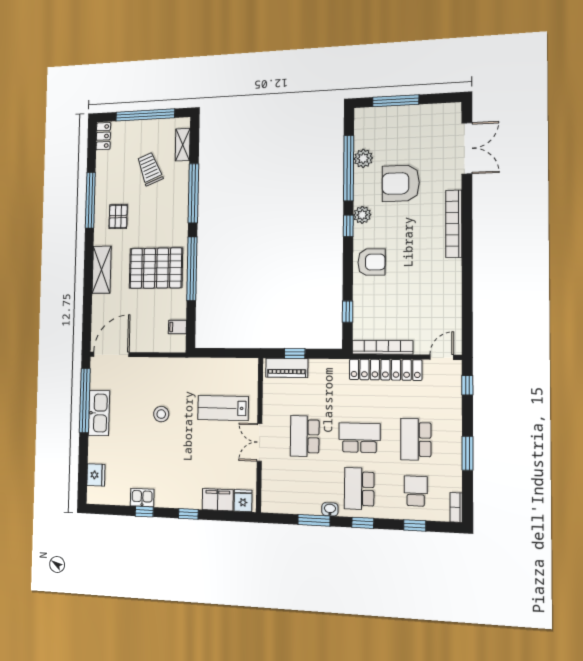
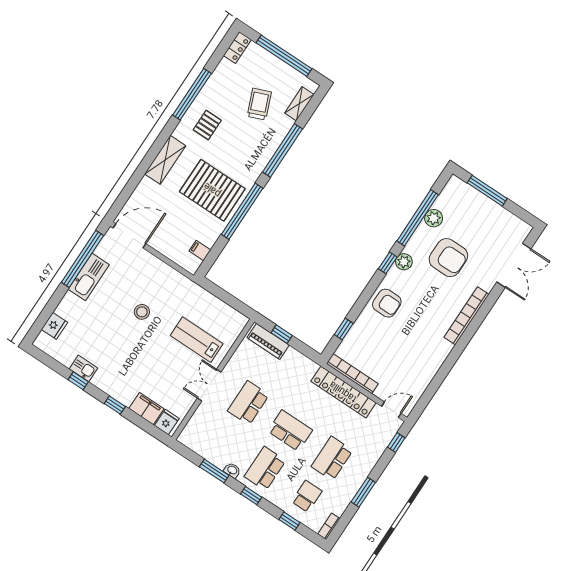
armchair: (401, 183) -> (448, 258), turned 180

